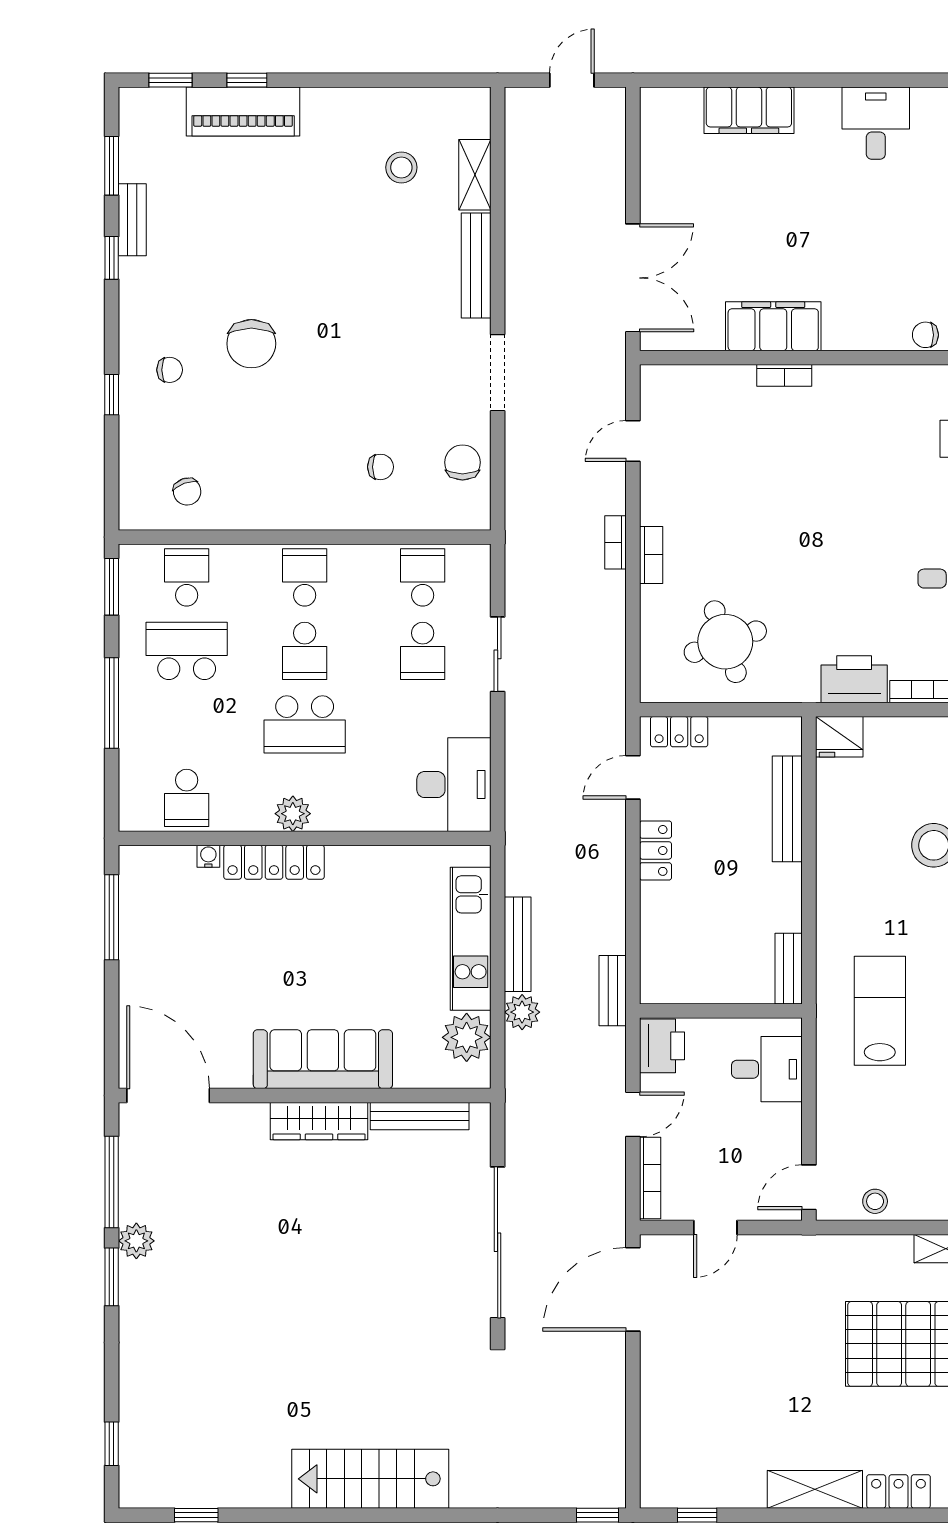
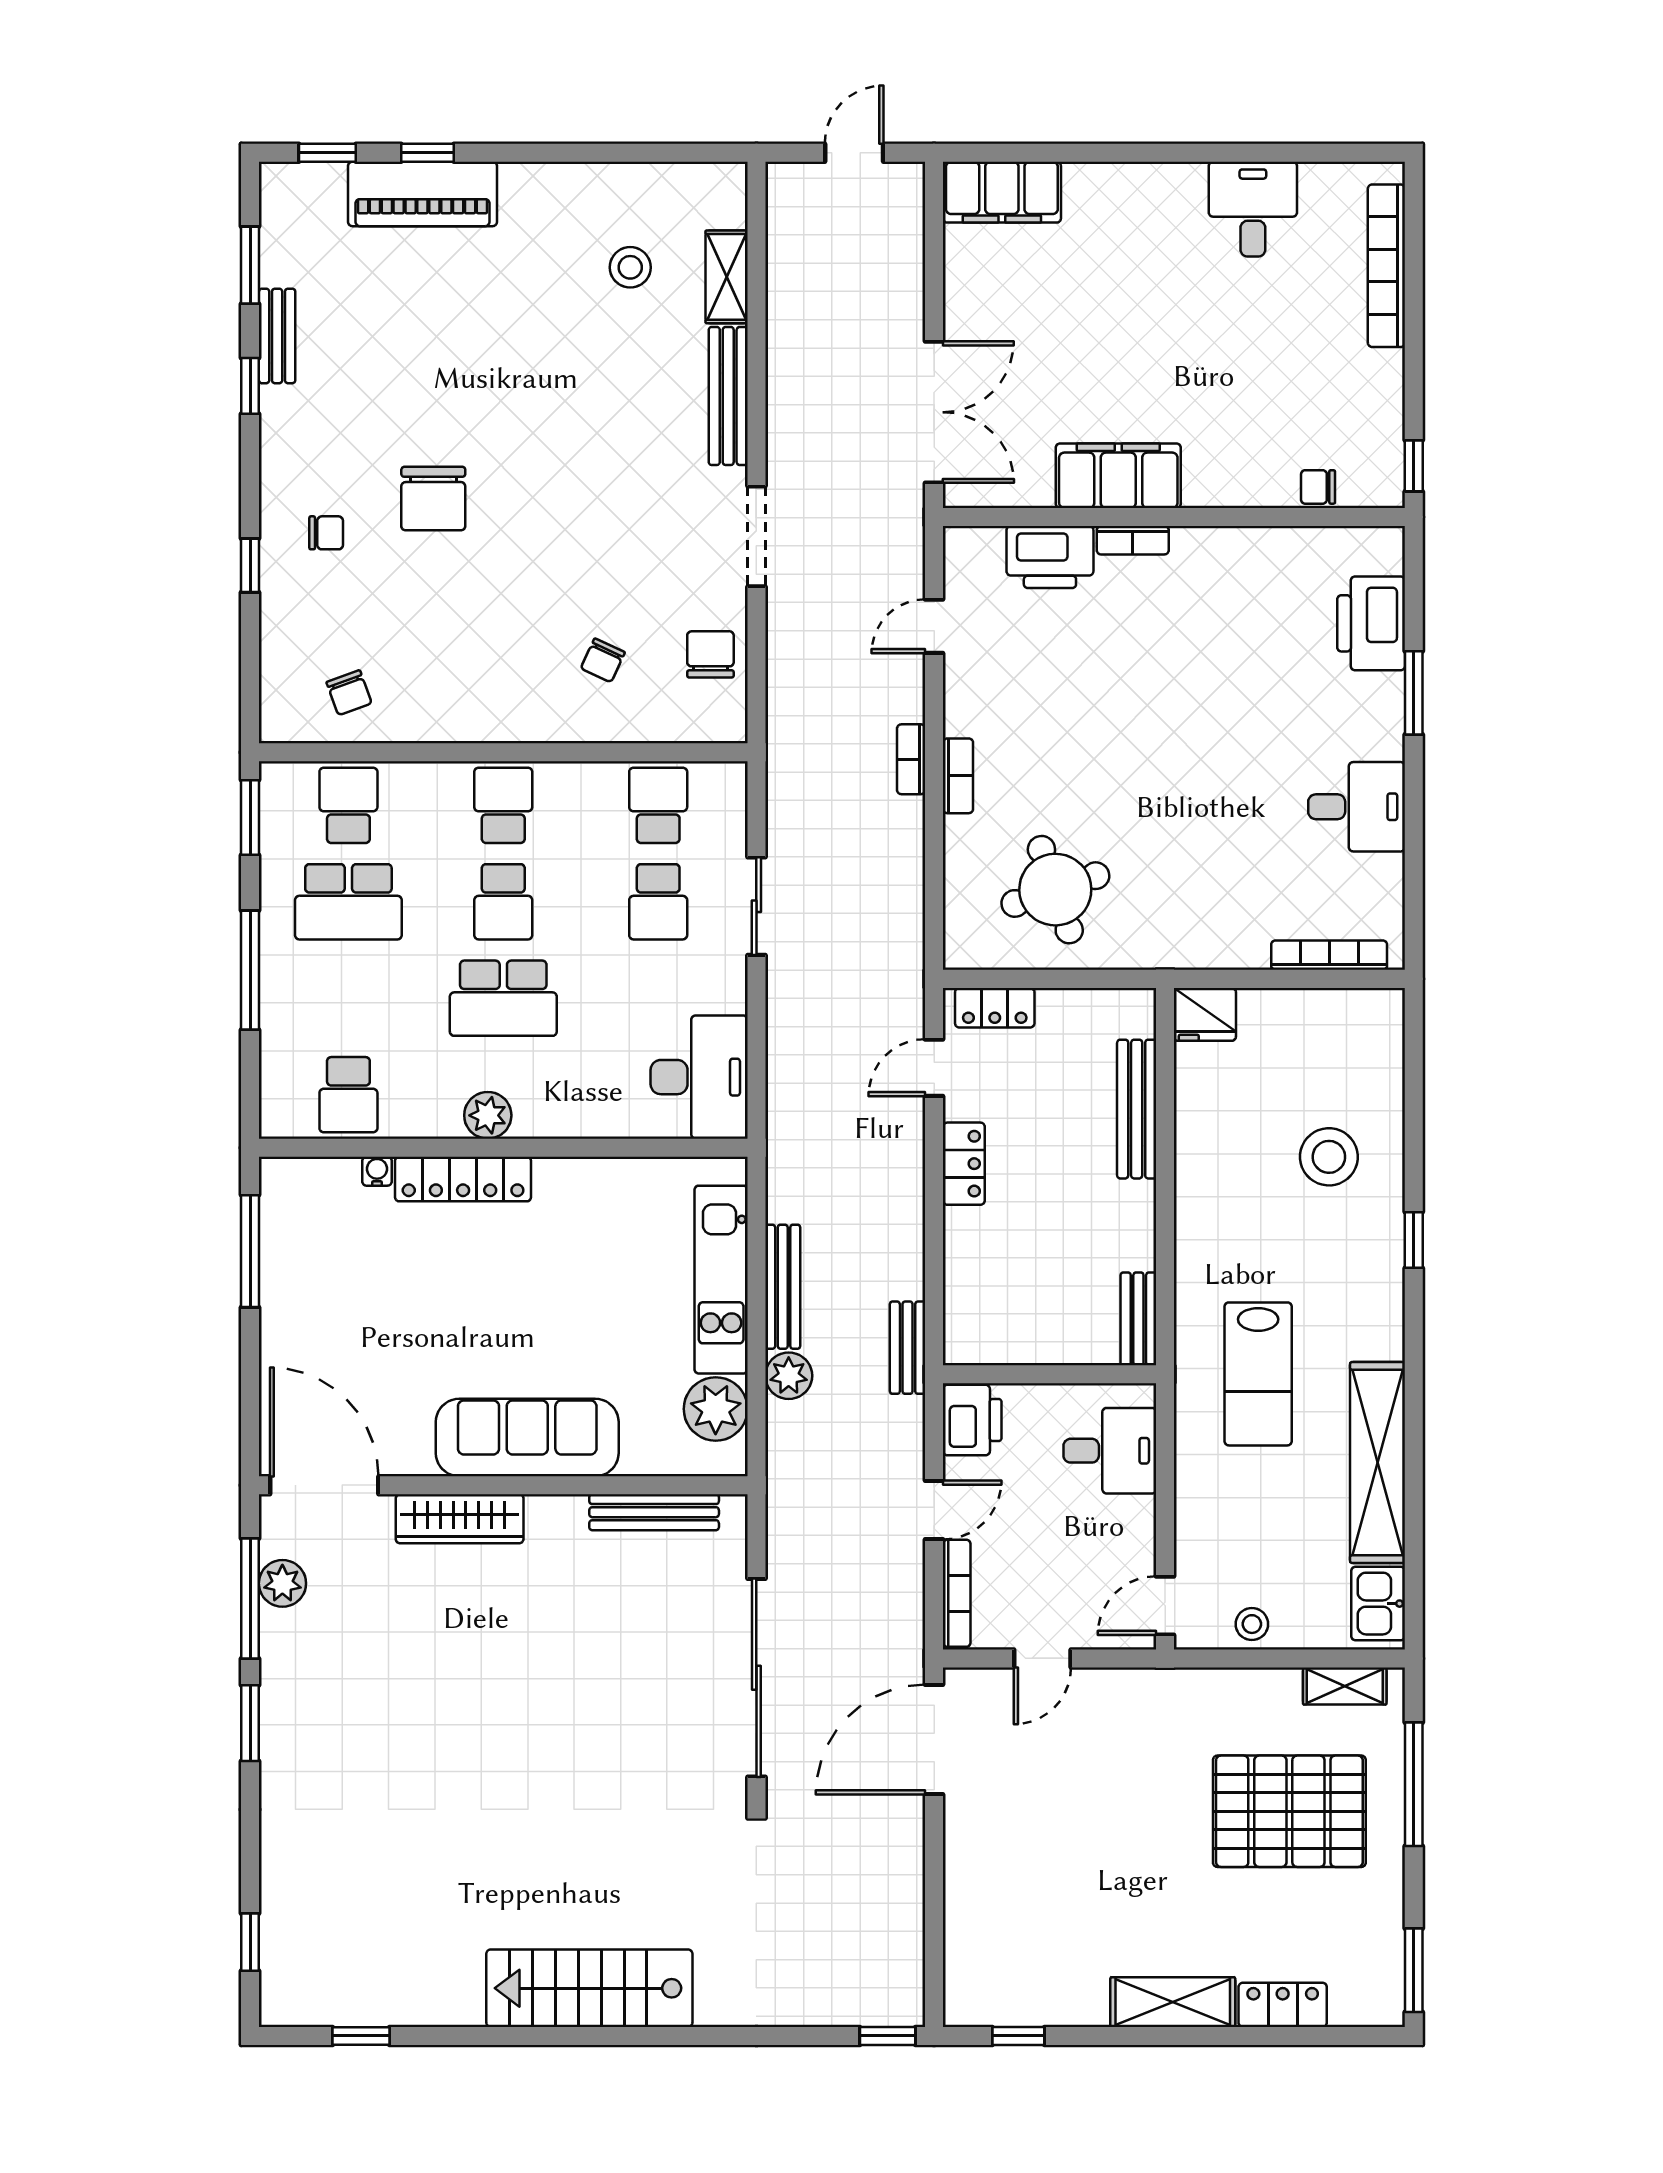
filing cabinet: (749, 110) -> (1002, 192), moved
chair: (380, 467) -> (603, 660), turned 115
school desk: (187, 651) -> (348, 902), turned 180
printer: (854, 679) -> (1050, 557), moved, turned 180
lab bench: (880, 1011) -> (1258, 1374), turned 180
wardrobe: (319, 1121) -> (460, 1519), moved
plant: (136, 1241) -> (282, 1583), moved

